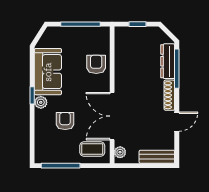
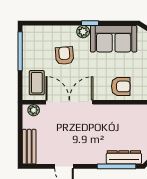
shoe rack: (169, 95) -> (90, 159), removed
armchair: (65, 121) -> (64, 56), turned -94

